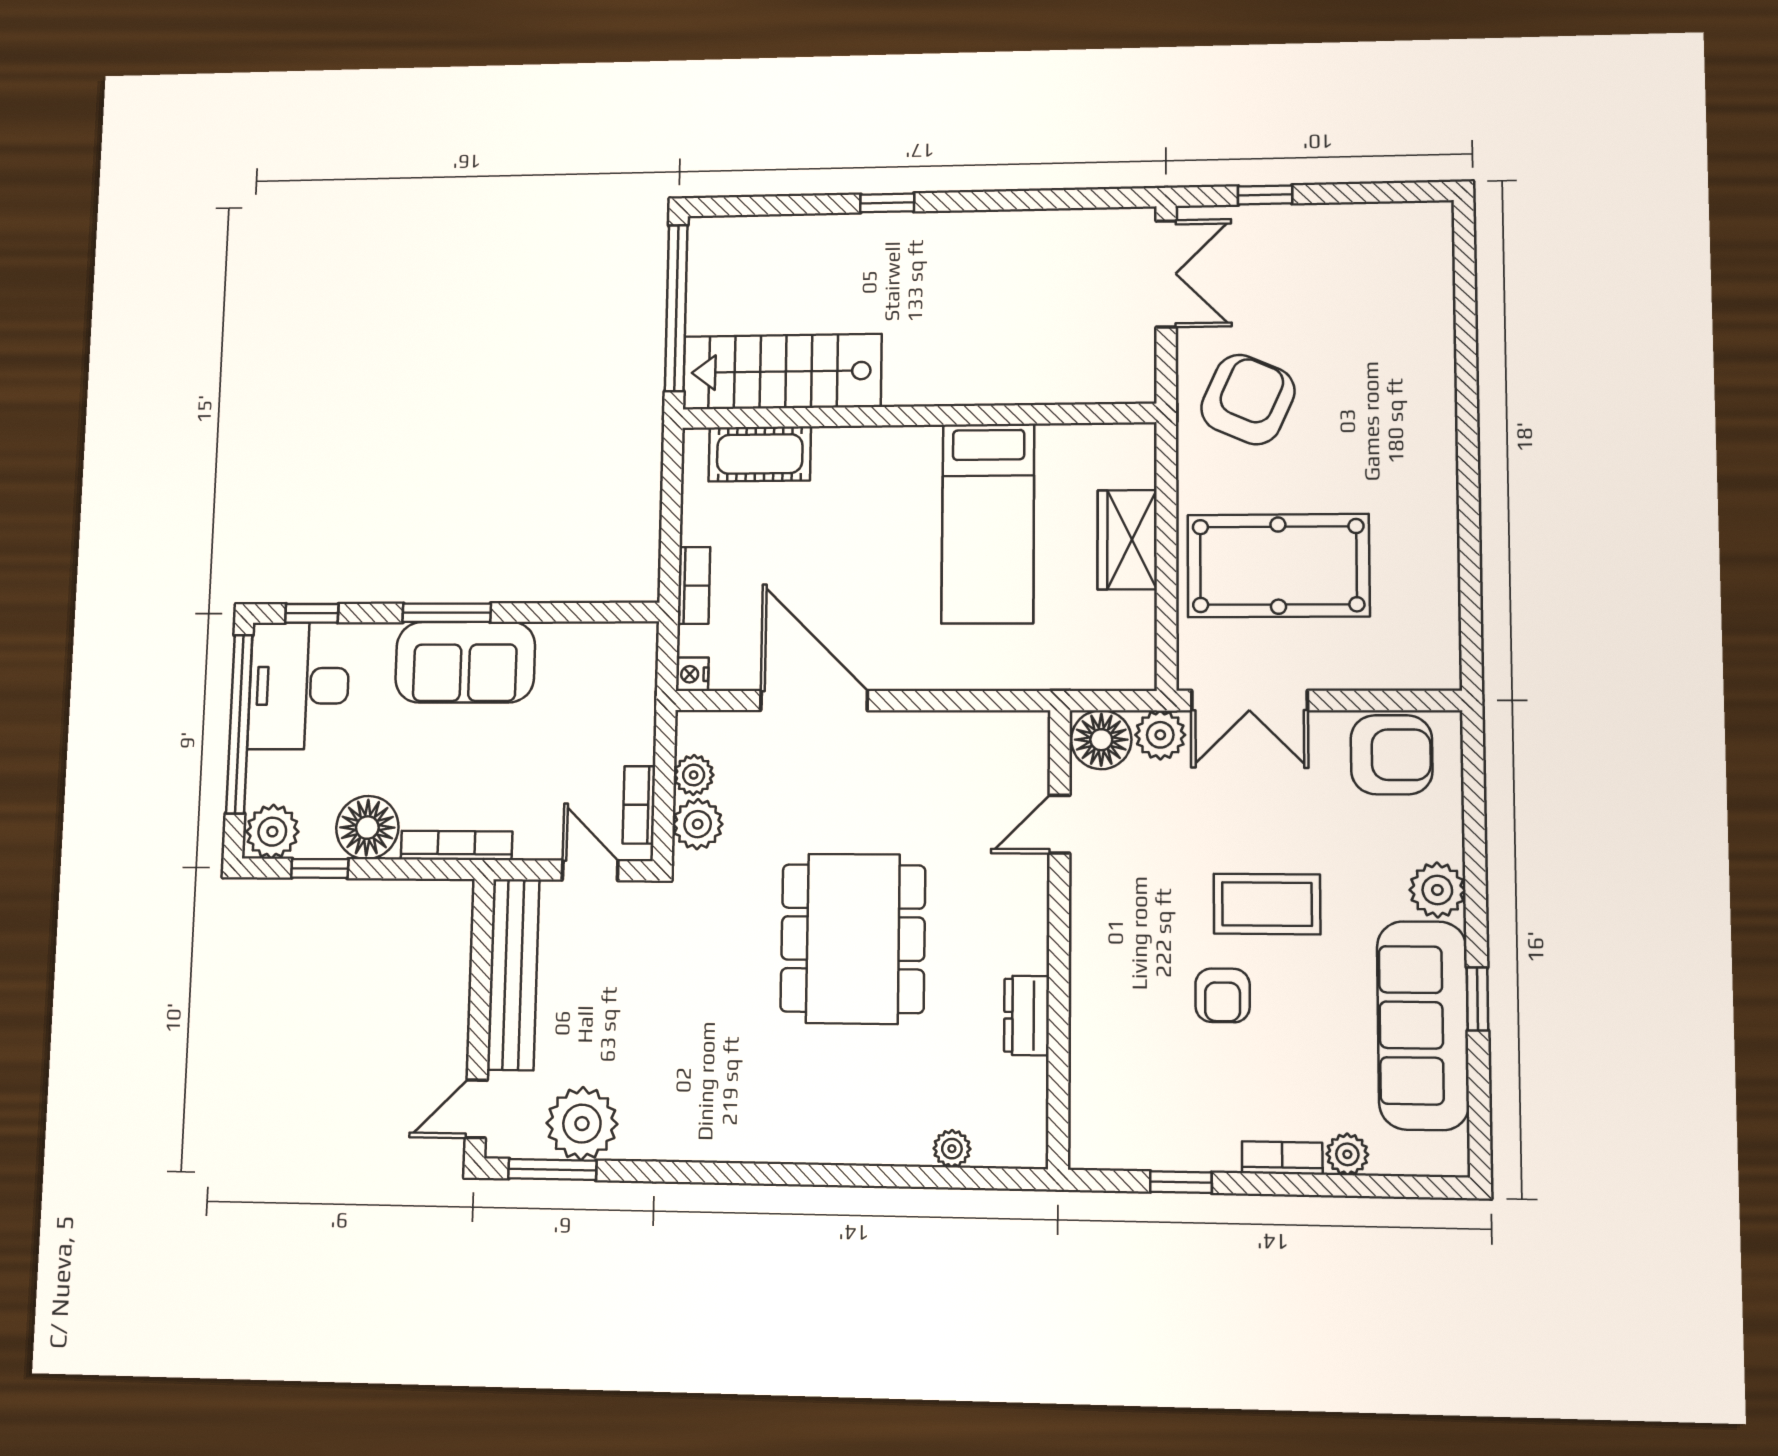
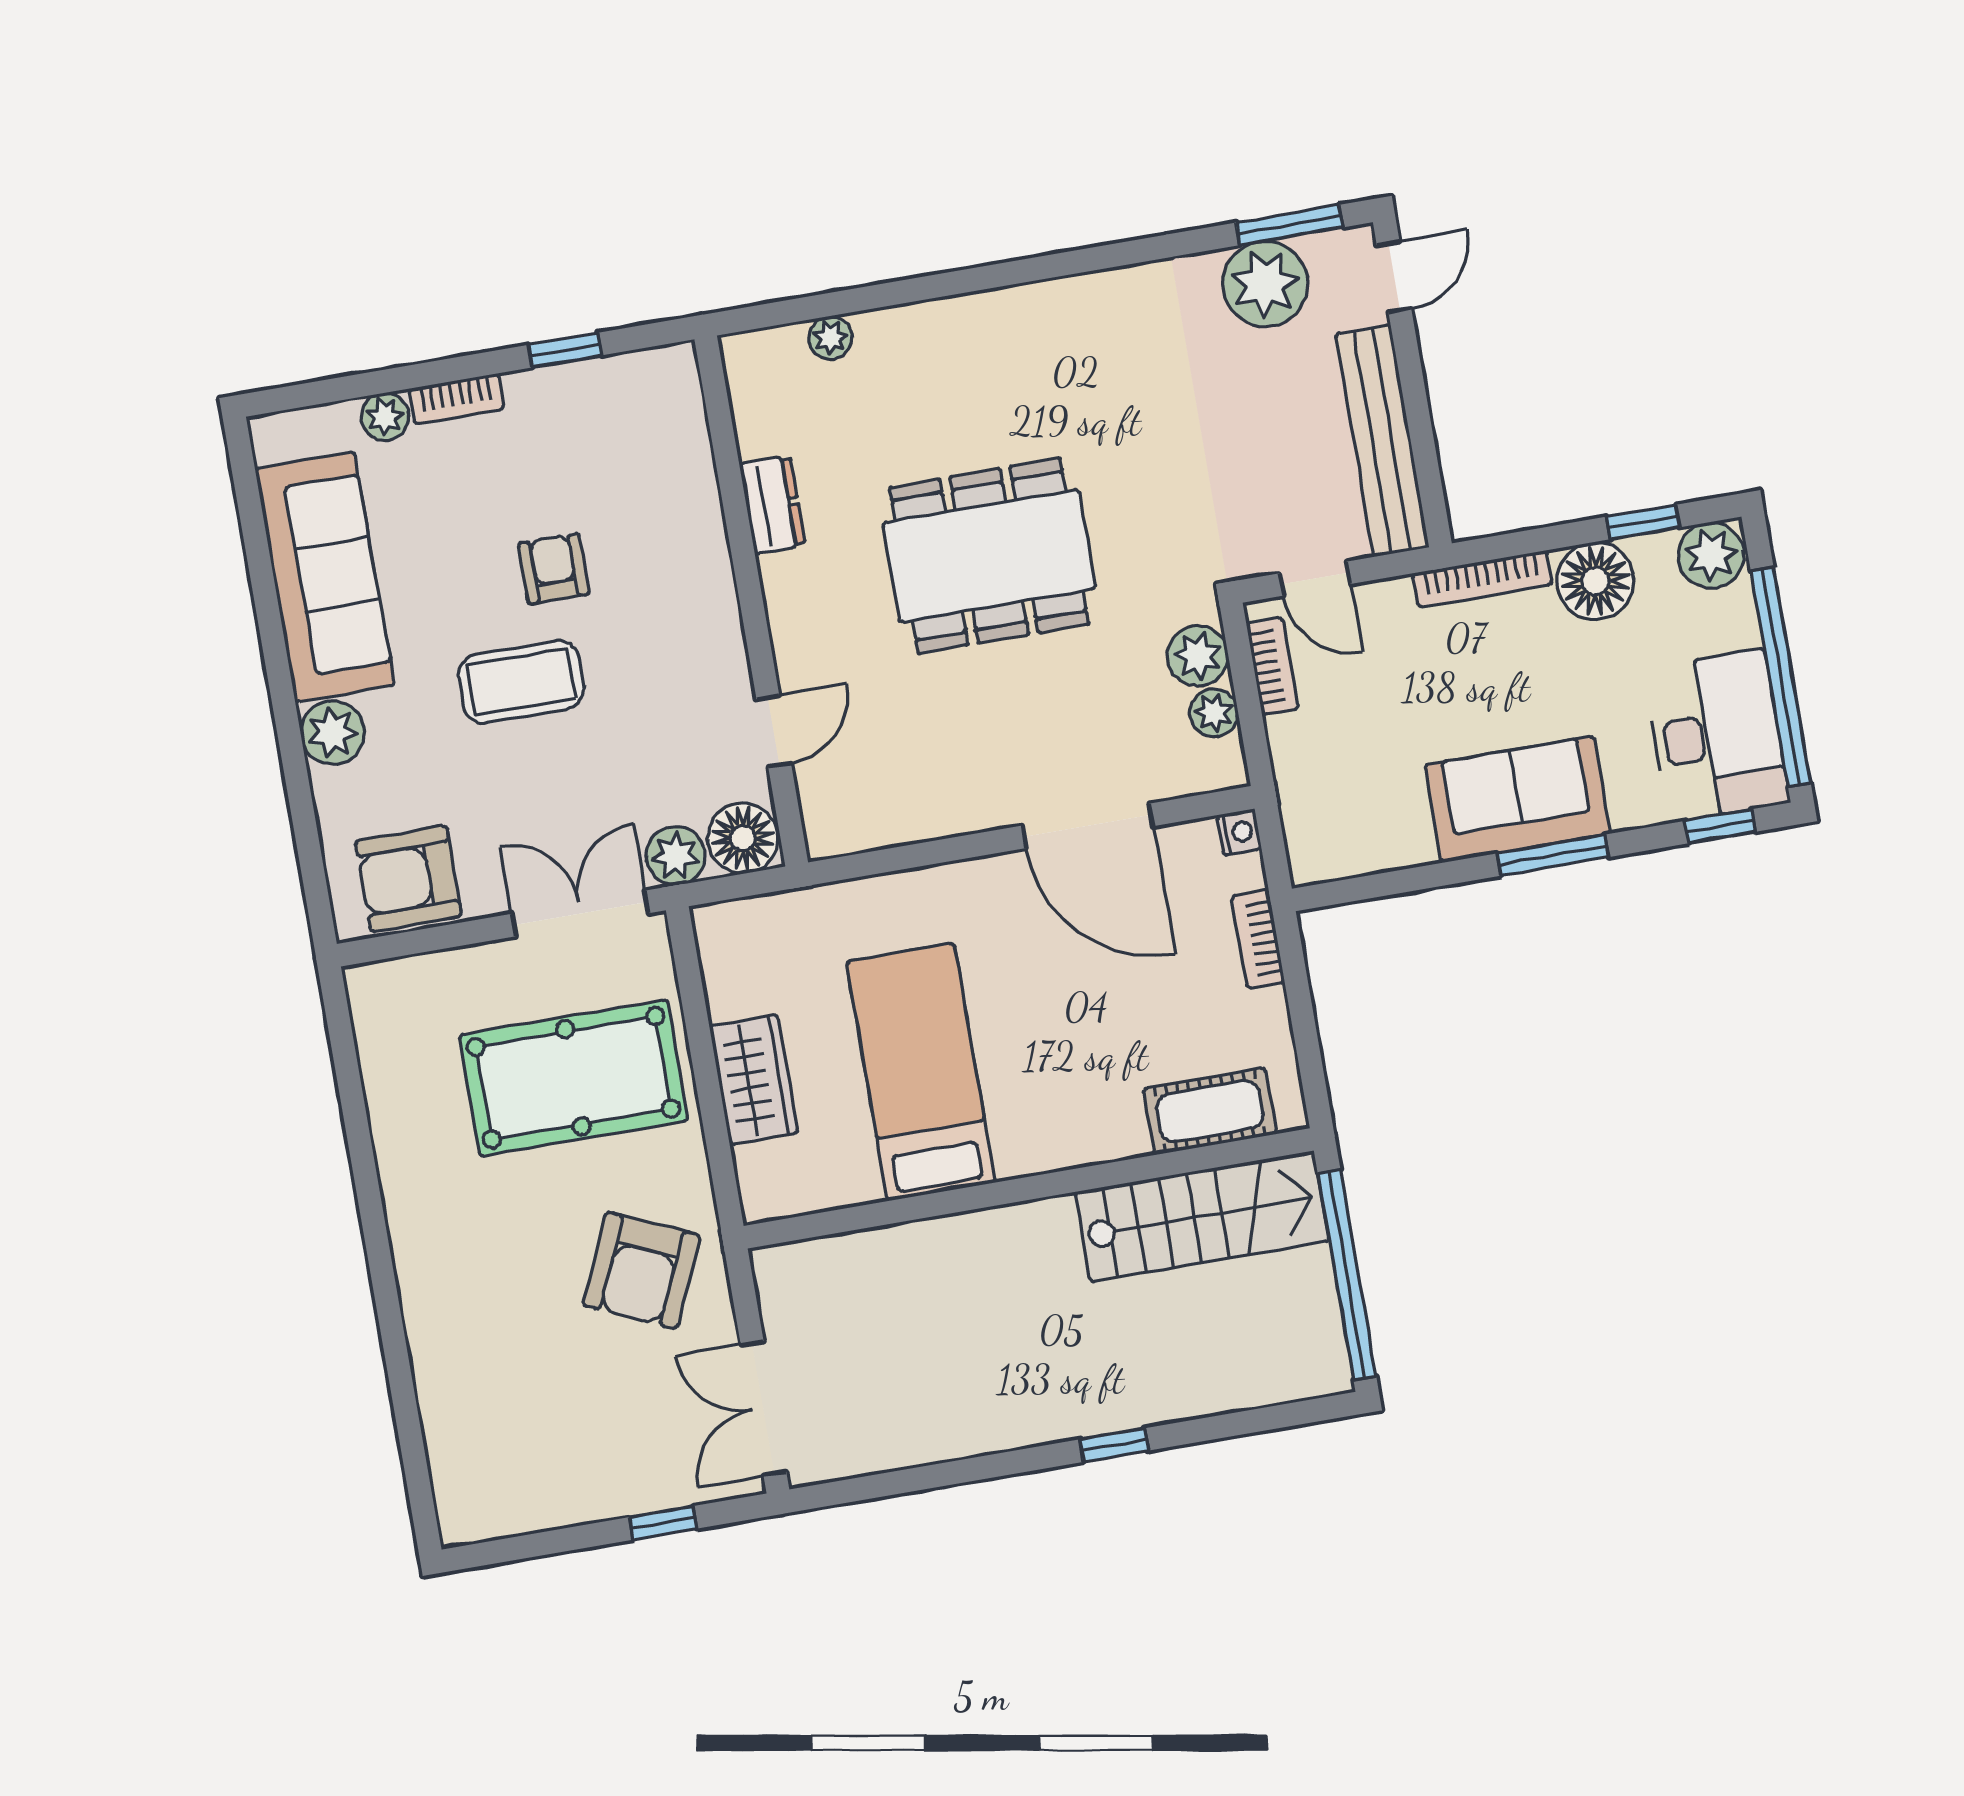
dining table: (853, 938) -> (989, 556), turned 90
window: (1477, 999) -> (269, 617), removed

